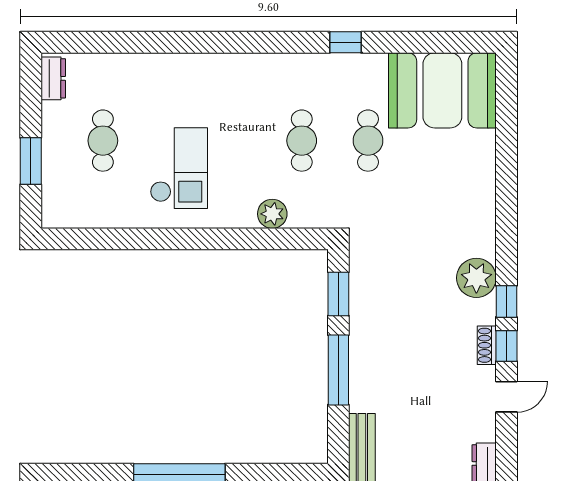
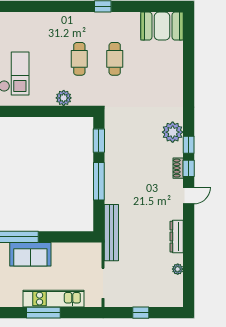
booth: (442, 90) -> (162, 26), width x0.73, depth x0.70

